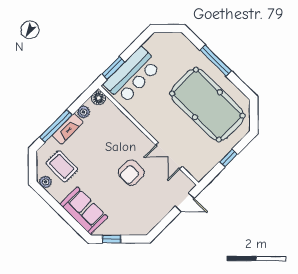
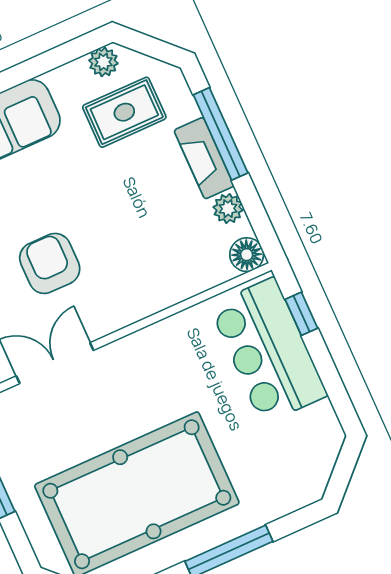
window: (113, 68) -> (301, 314), width x0.67

